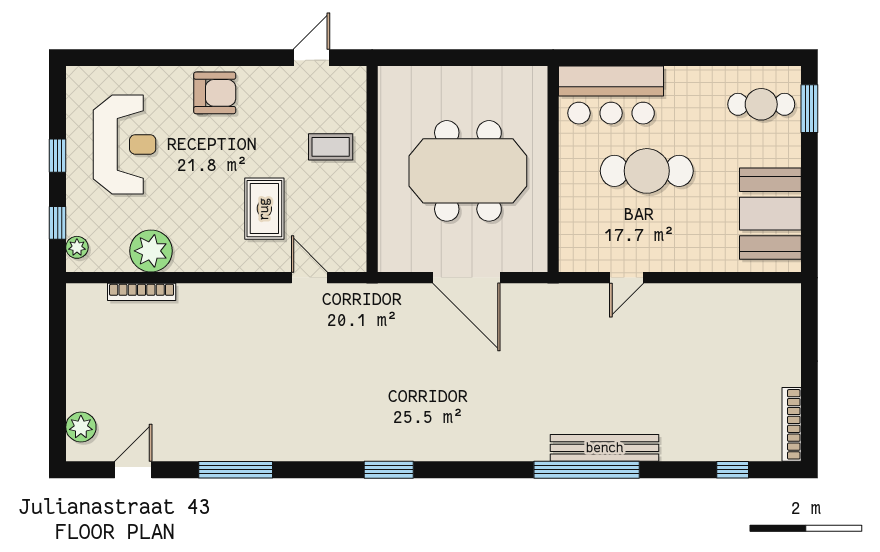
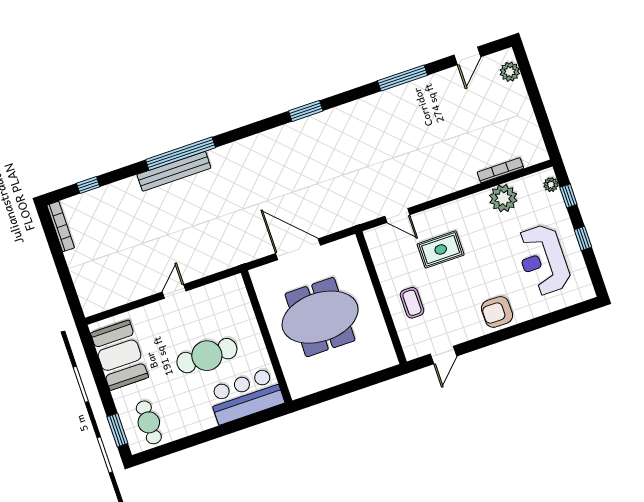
cafe table: (761, 104) -> (149, 422), turned 90
coffee table: (331, 147) -> (412, 303), turned 90
rug: (264, 209) -> (441, 249), turned 90
door: (627, 278) -> (174, 291), moved

